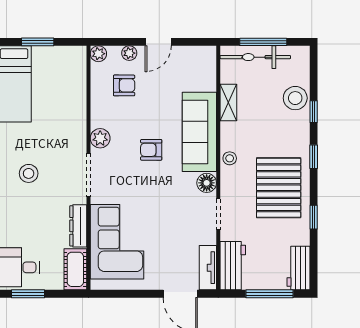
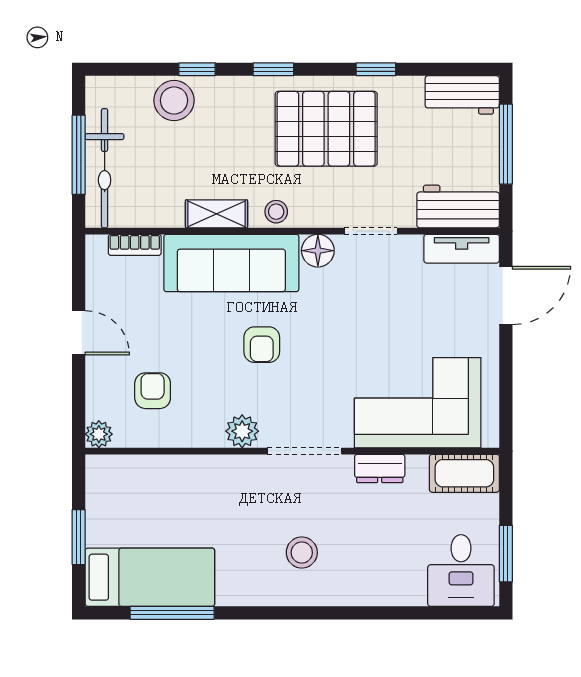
plant: (129, 53) -> (98, 382), removed
bookcase: (210, 75) -> (135, 245), added
shelving: (228, 103) -> (216, 214), moved
dresser: (78, 226) -> (380, 468), width x0.70

